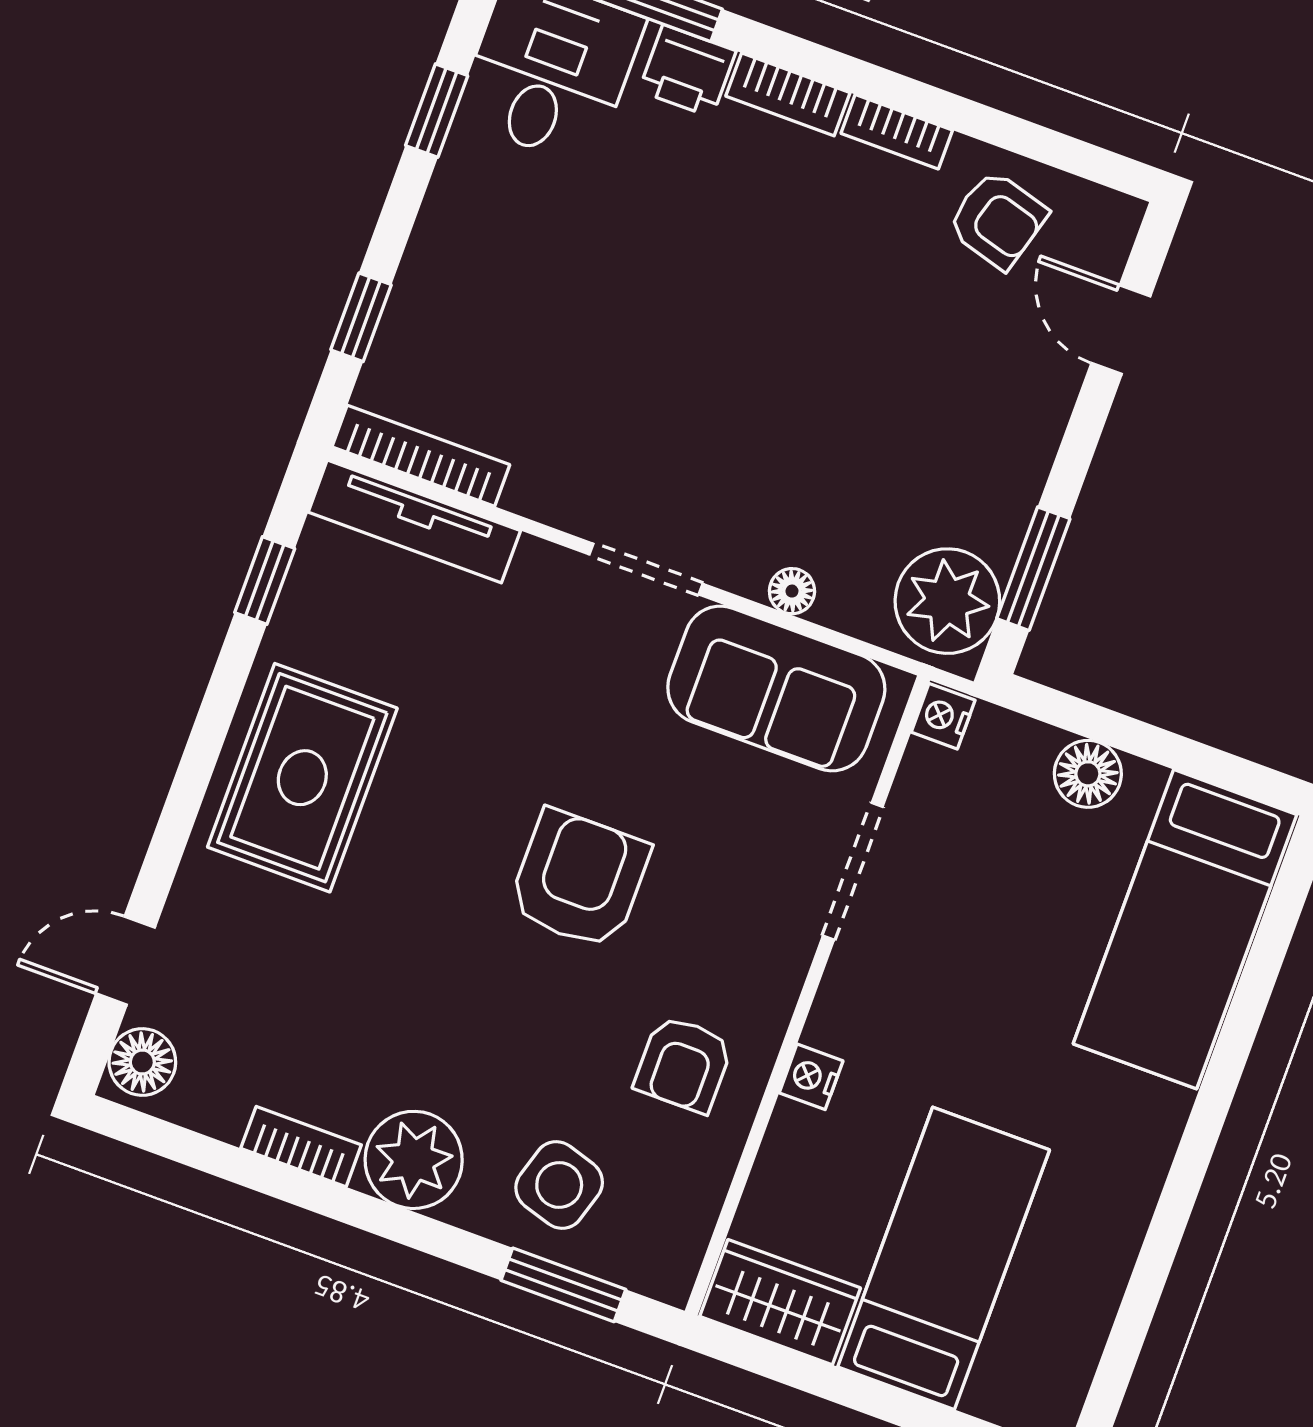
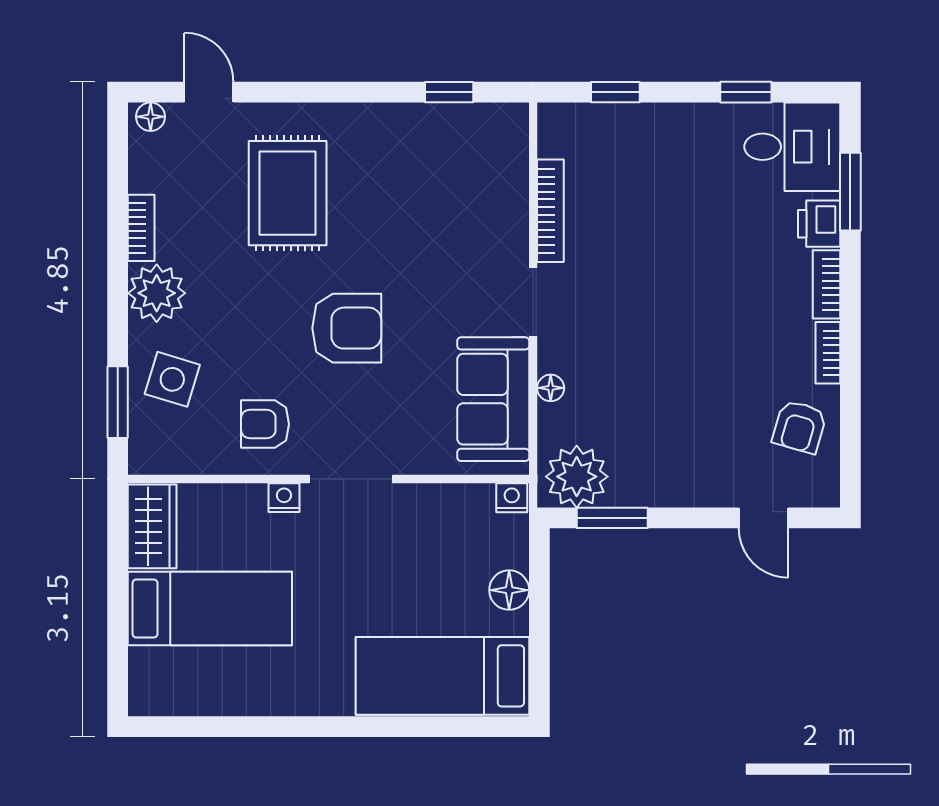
door: (1121, 330) -> (763, 518), swing flipped
bookcase: (421, 456) -> (550, 211), moved
tv unit: (414, 521) -> (512, 163), removed
rug: (302, 778) -> (288, 193), moved, turned 90
doorway: (853, 871) -> (351, 479), moved
floor lamp: (142, 1062) -> (151, 117), width x0.73, depth x0.73

